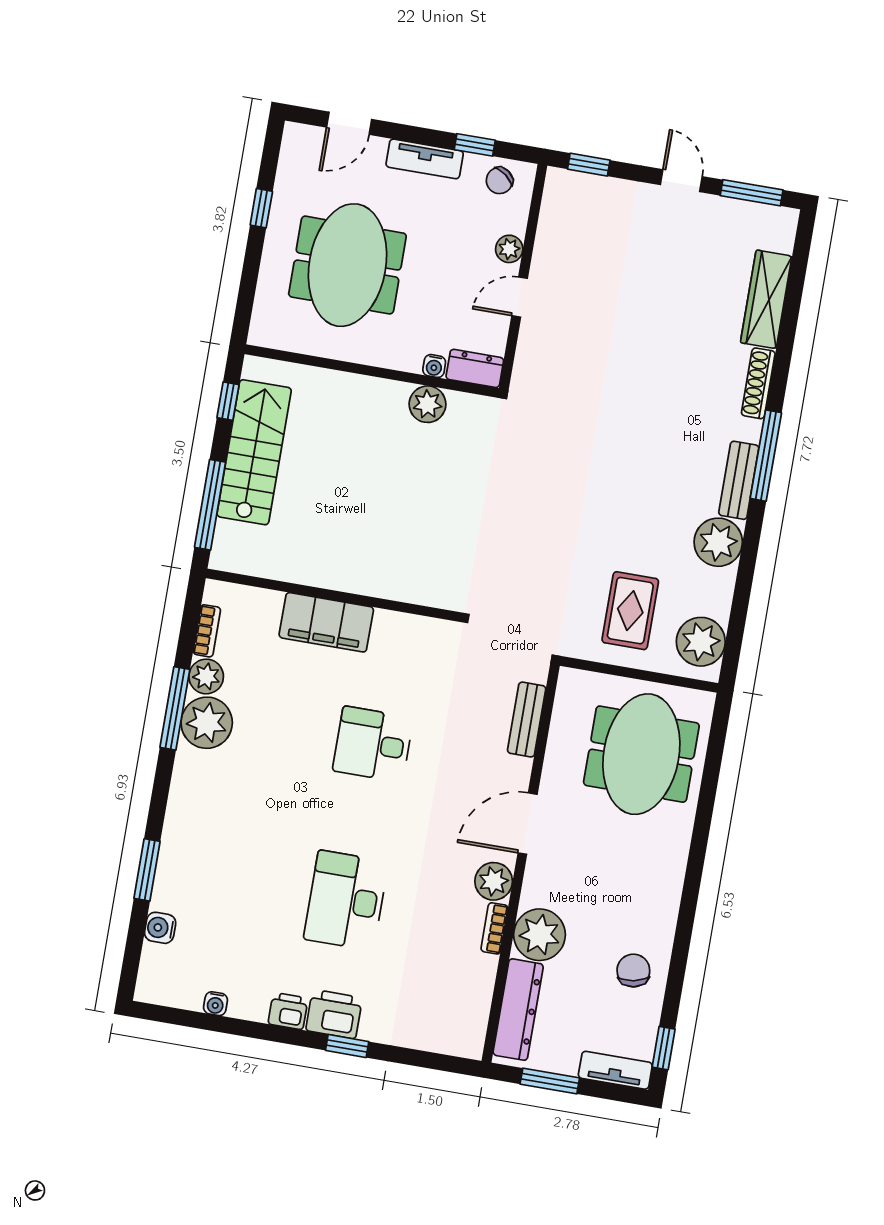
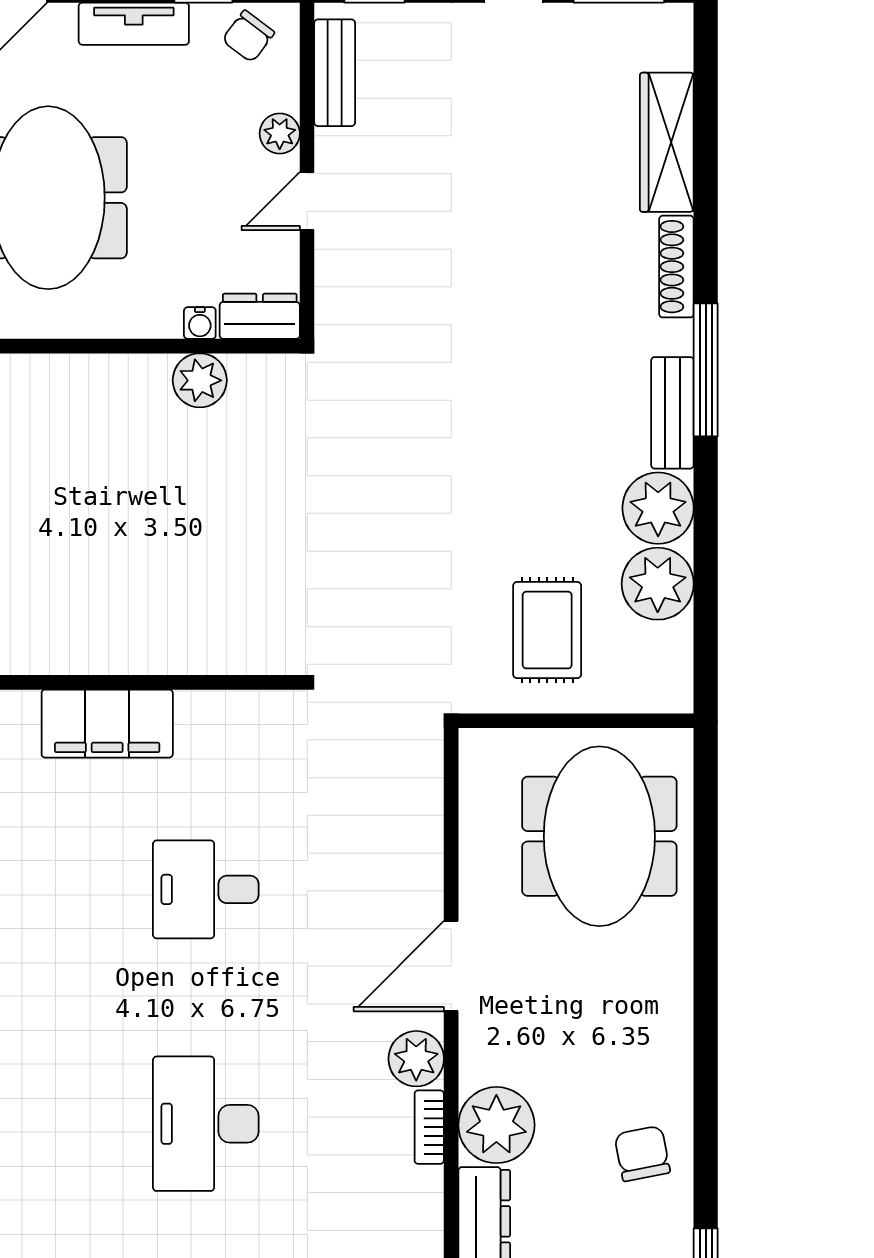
plant: (701, 642) -> (658, 584), moved
bench: (527, 720) -> (335, 73), moved

